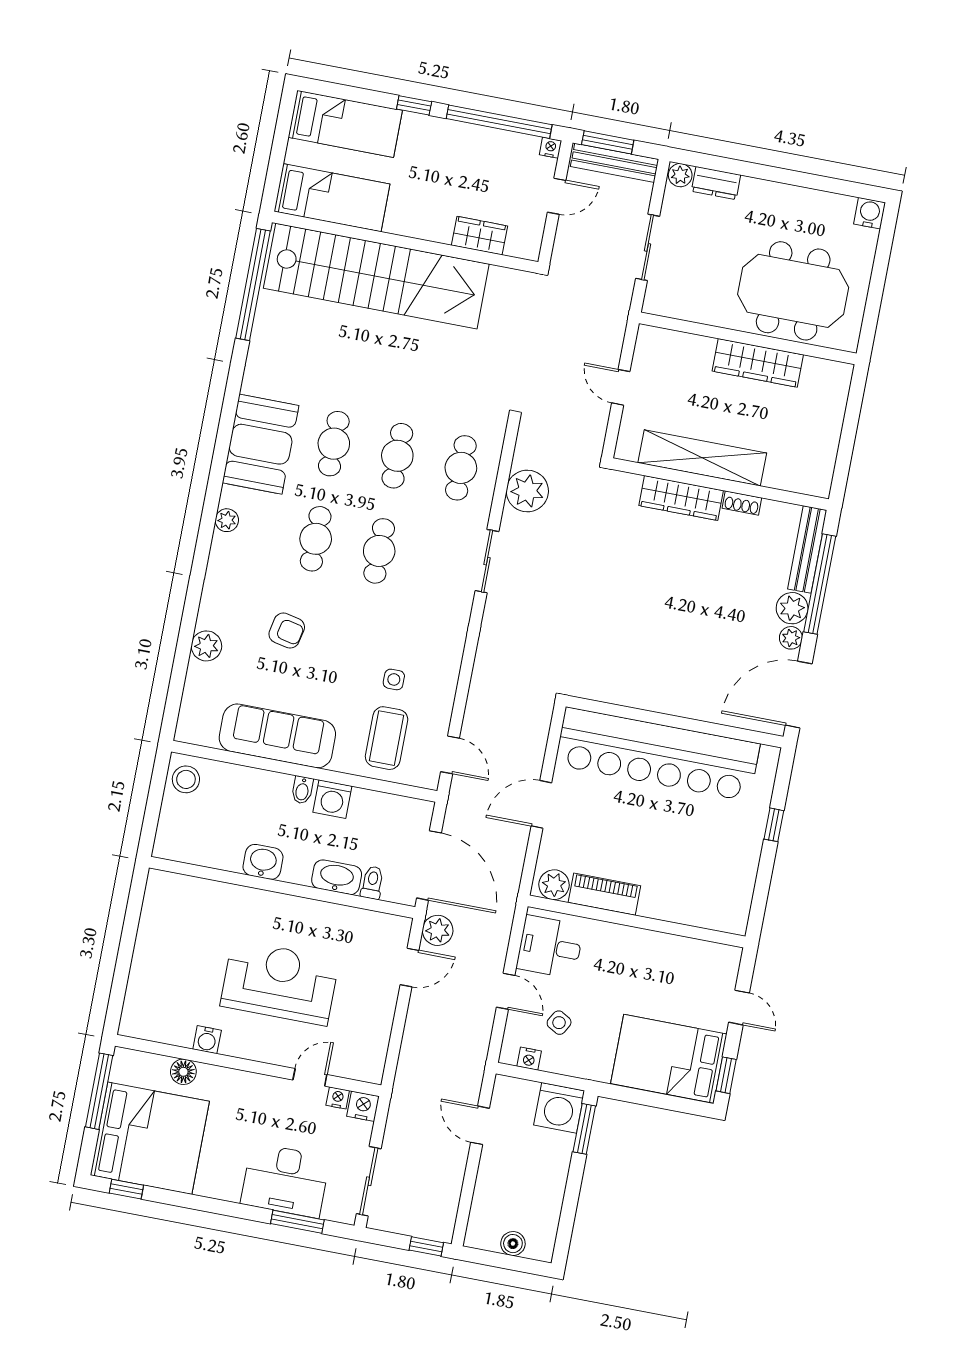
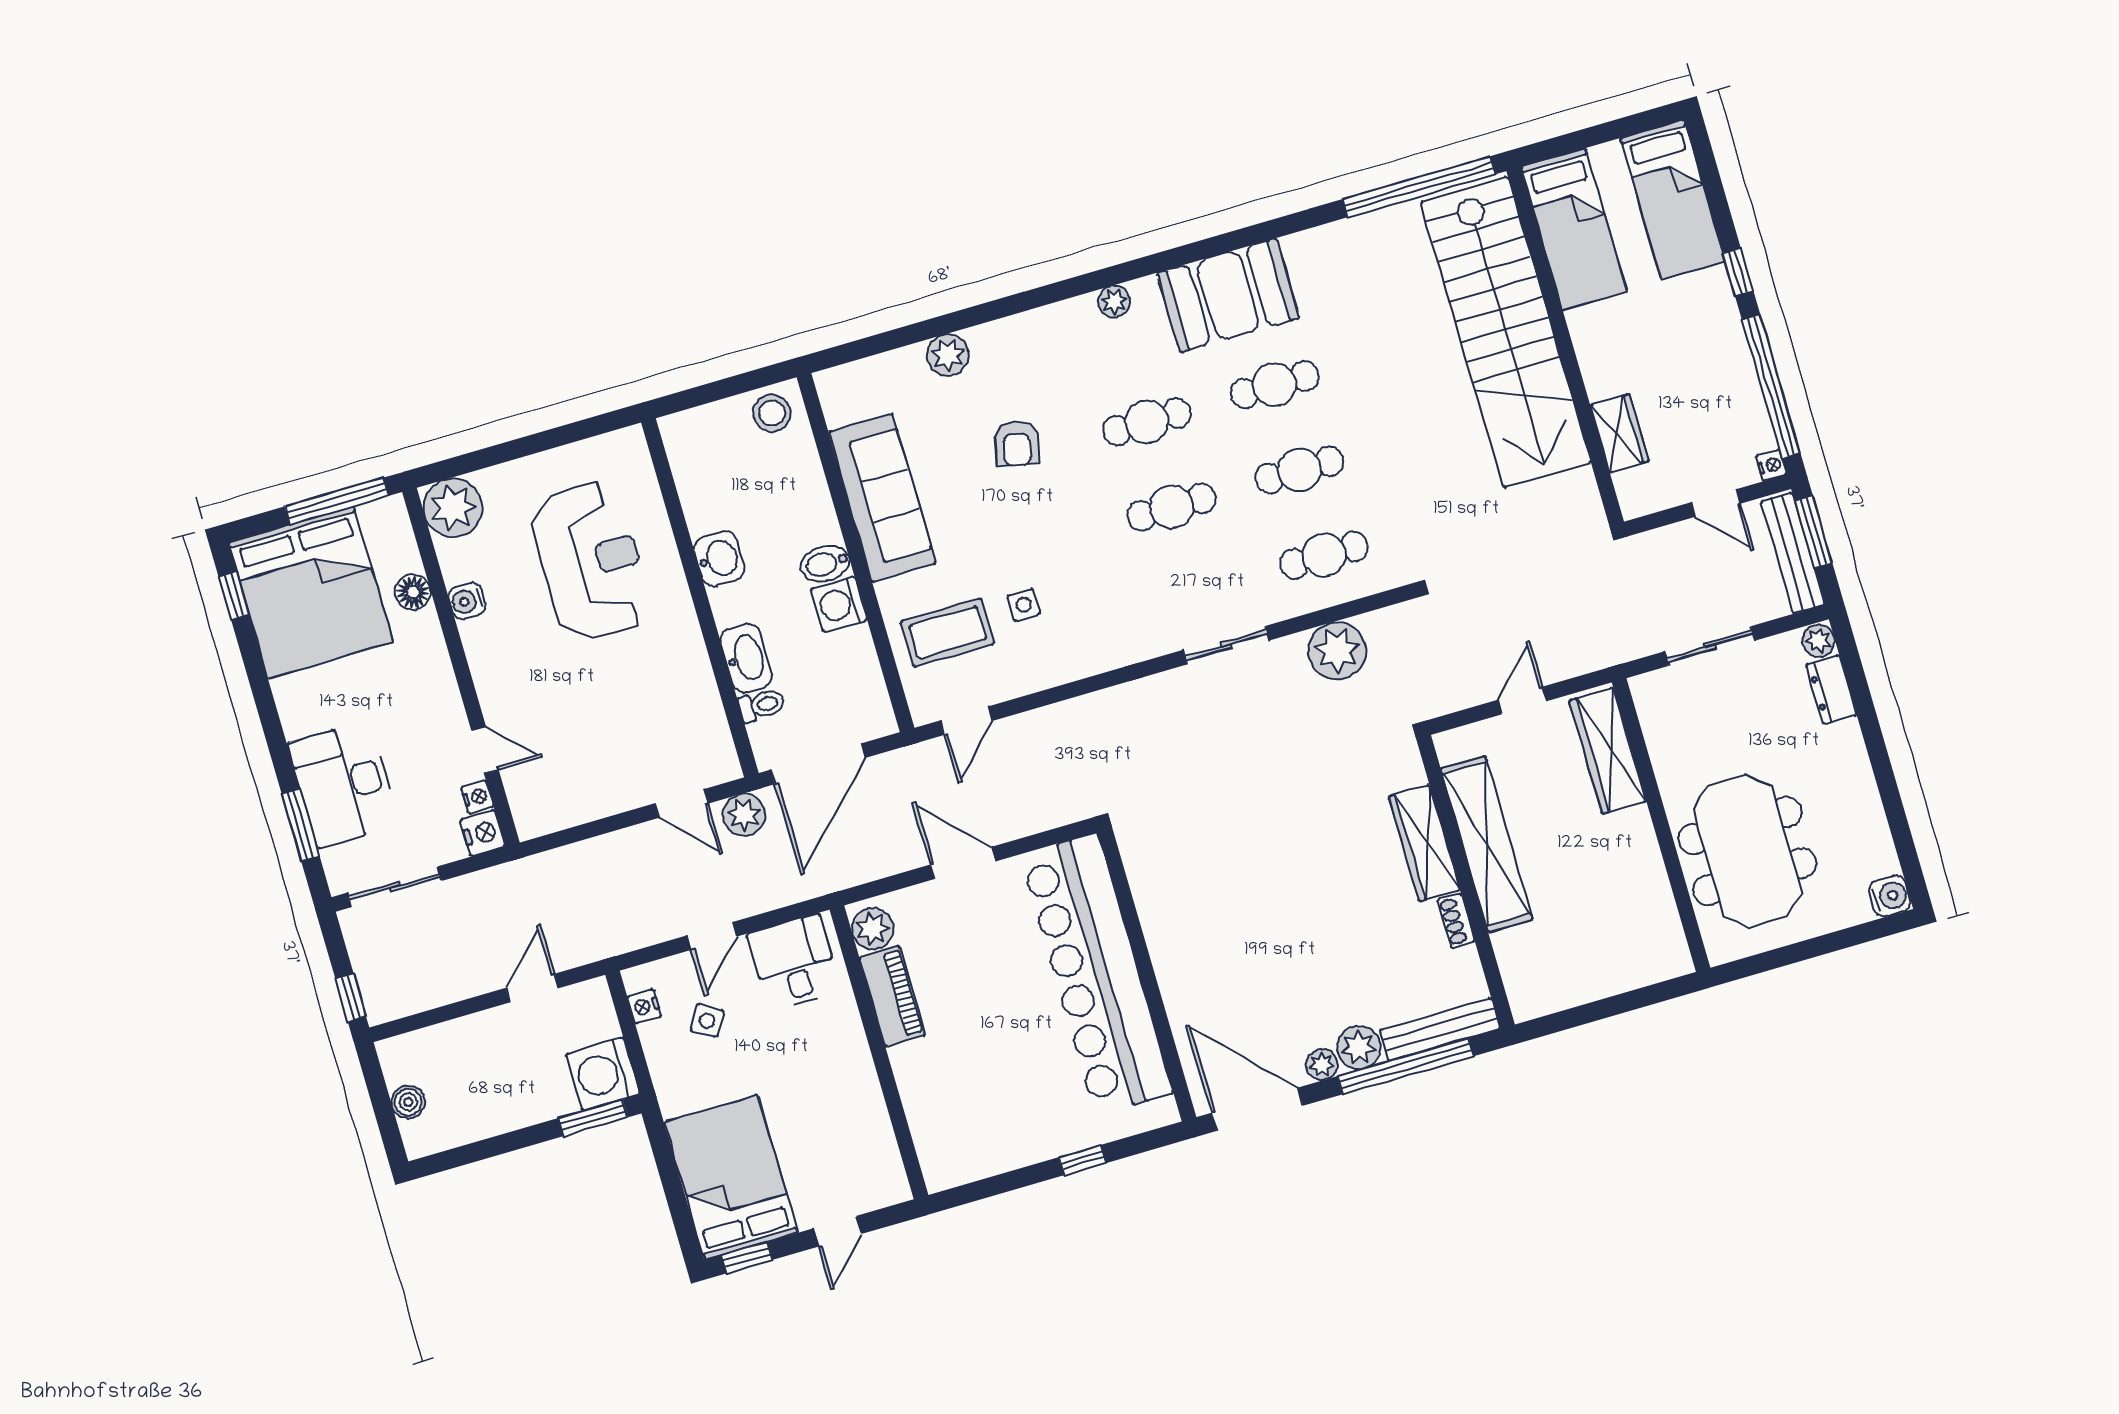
wardrobe: (758, 363) -> (1608, 751), moved
bidet: (302, 790) -> (825, 564), width x1.38, depth x1.36
reception desk: (280, 983) -> (590, 561), moved
plant: (142, 1018) -> (453, 508), added

